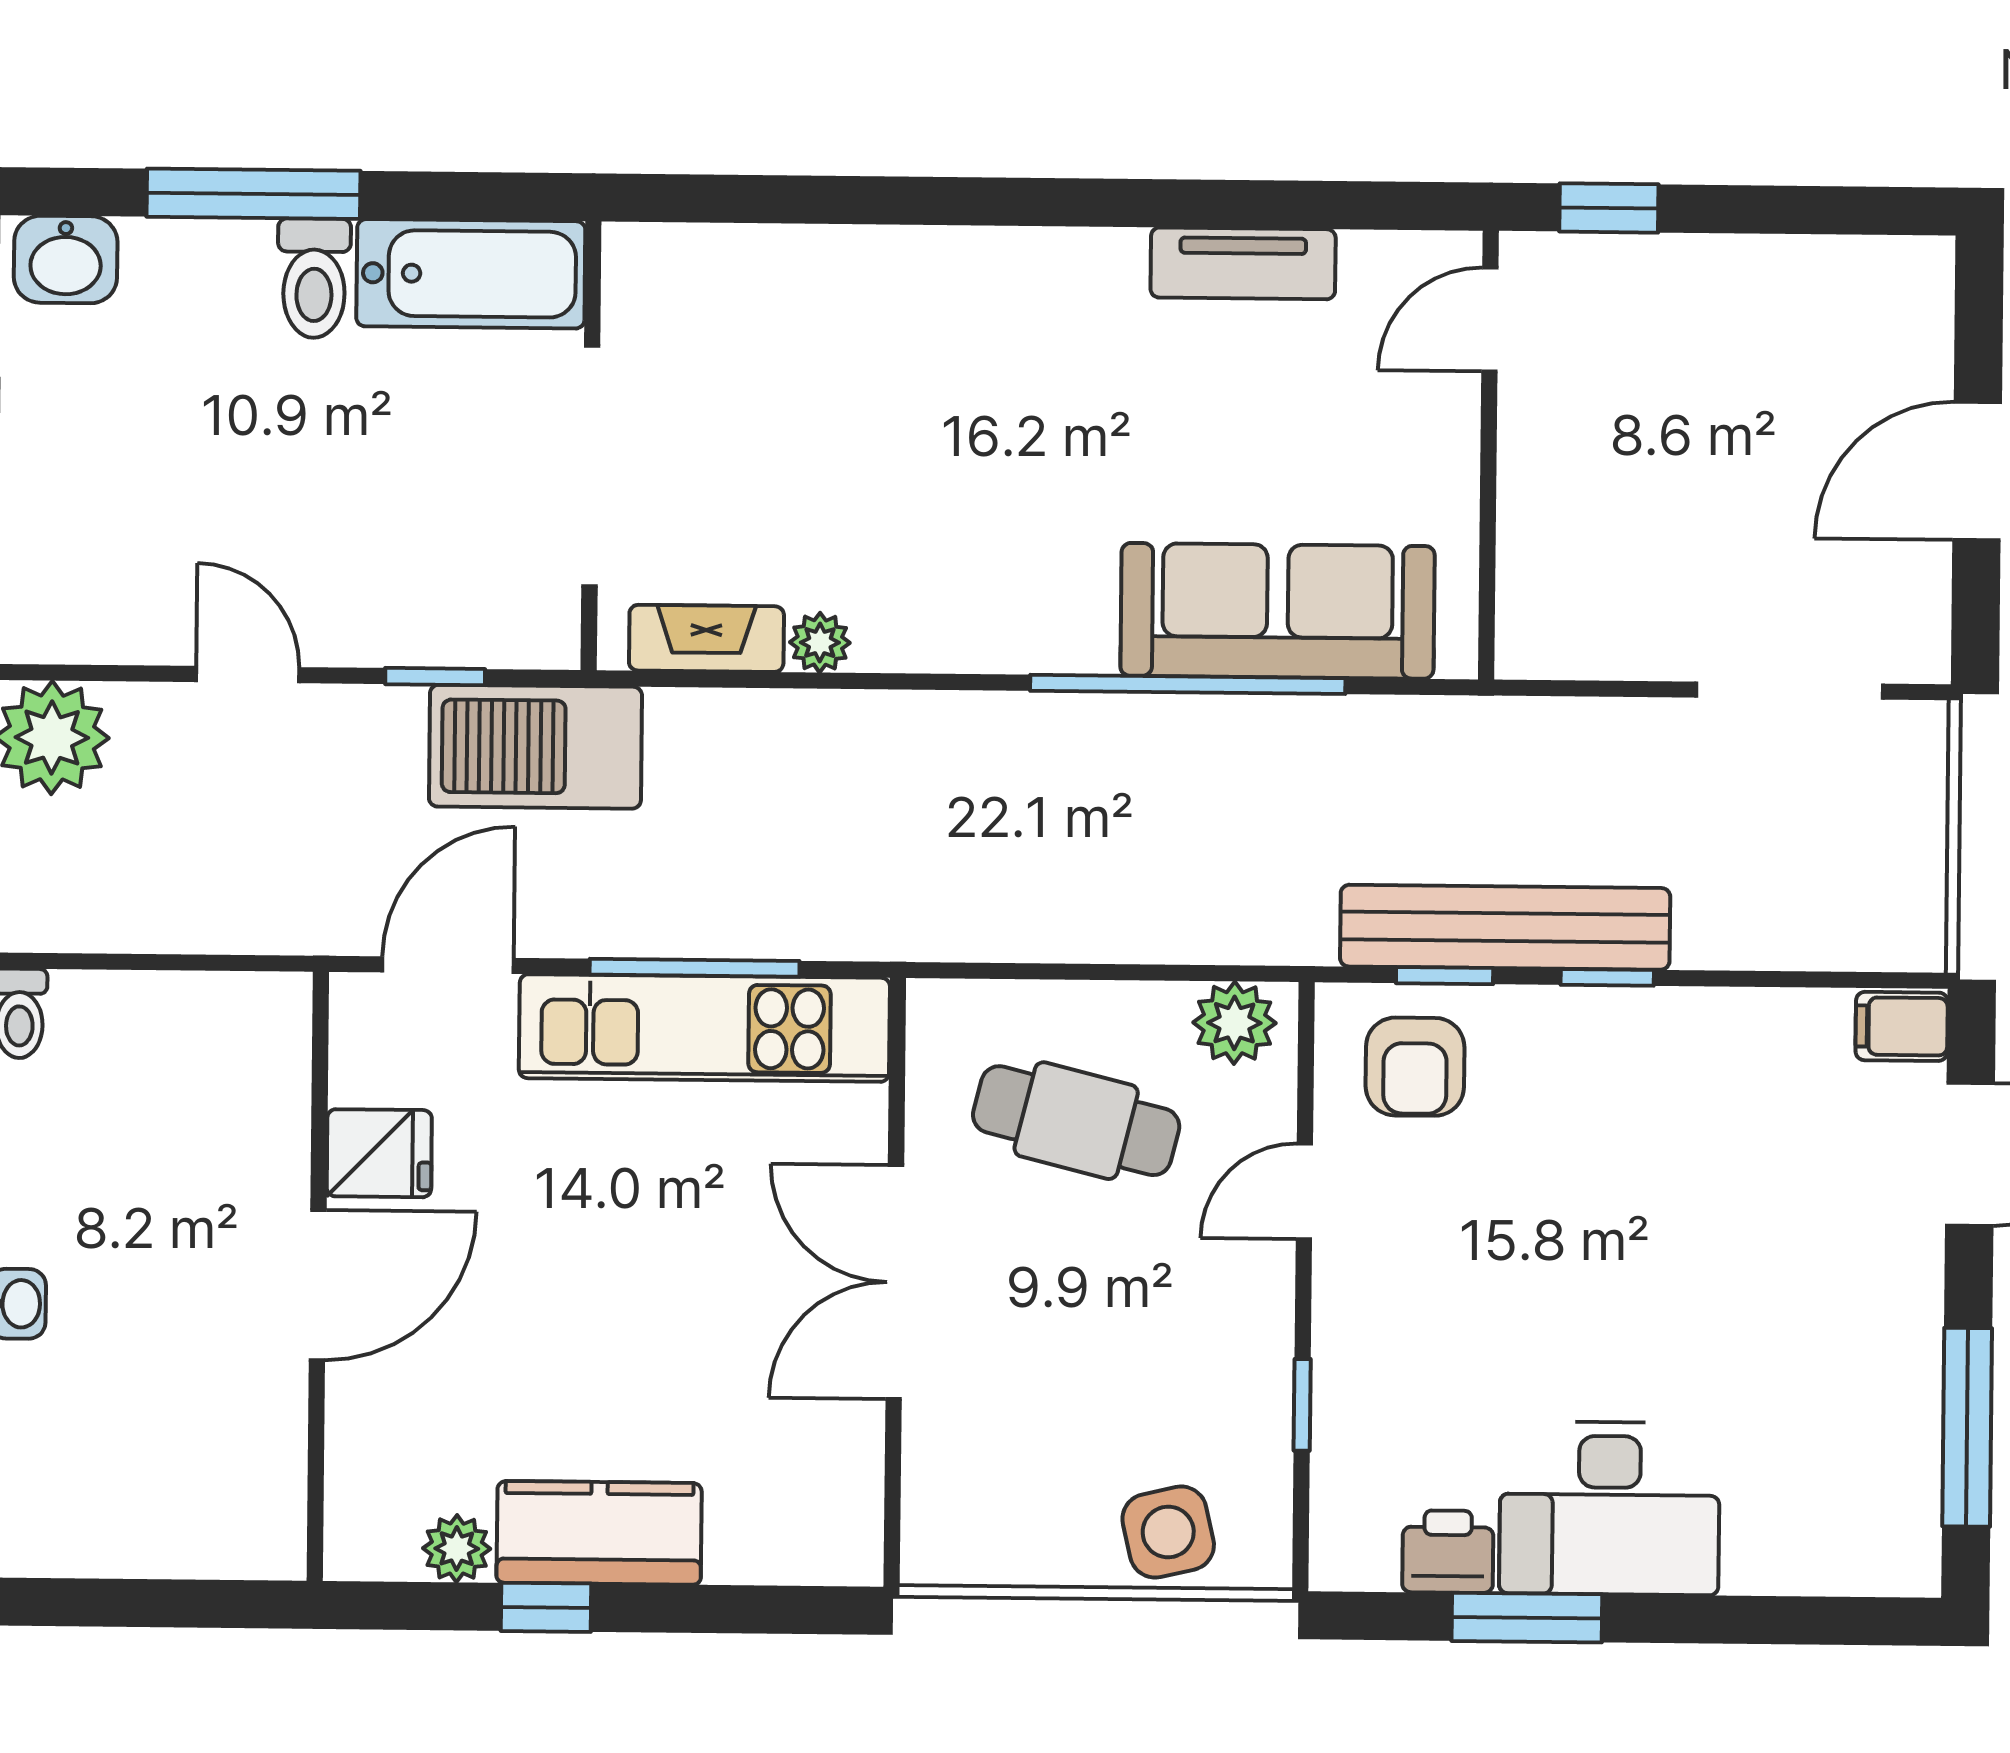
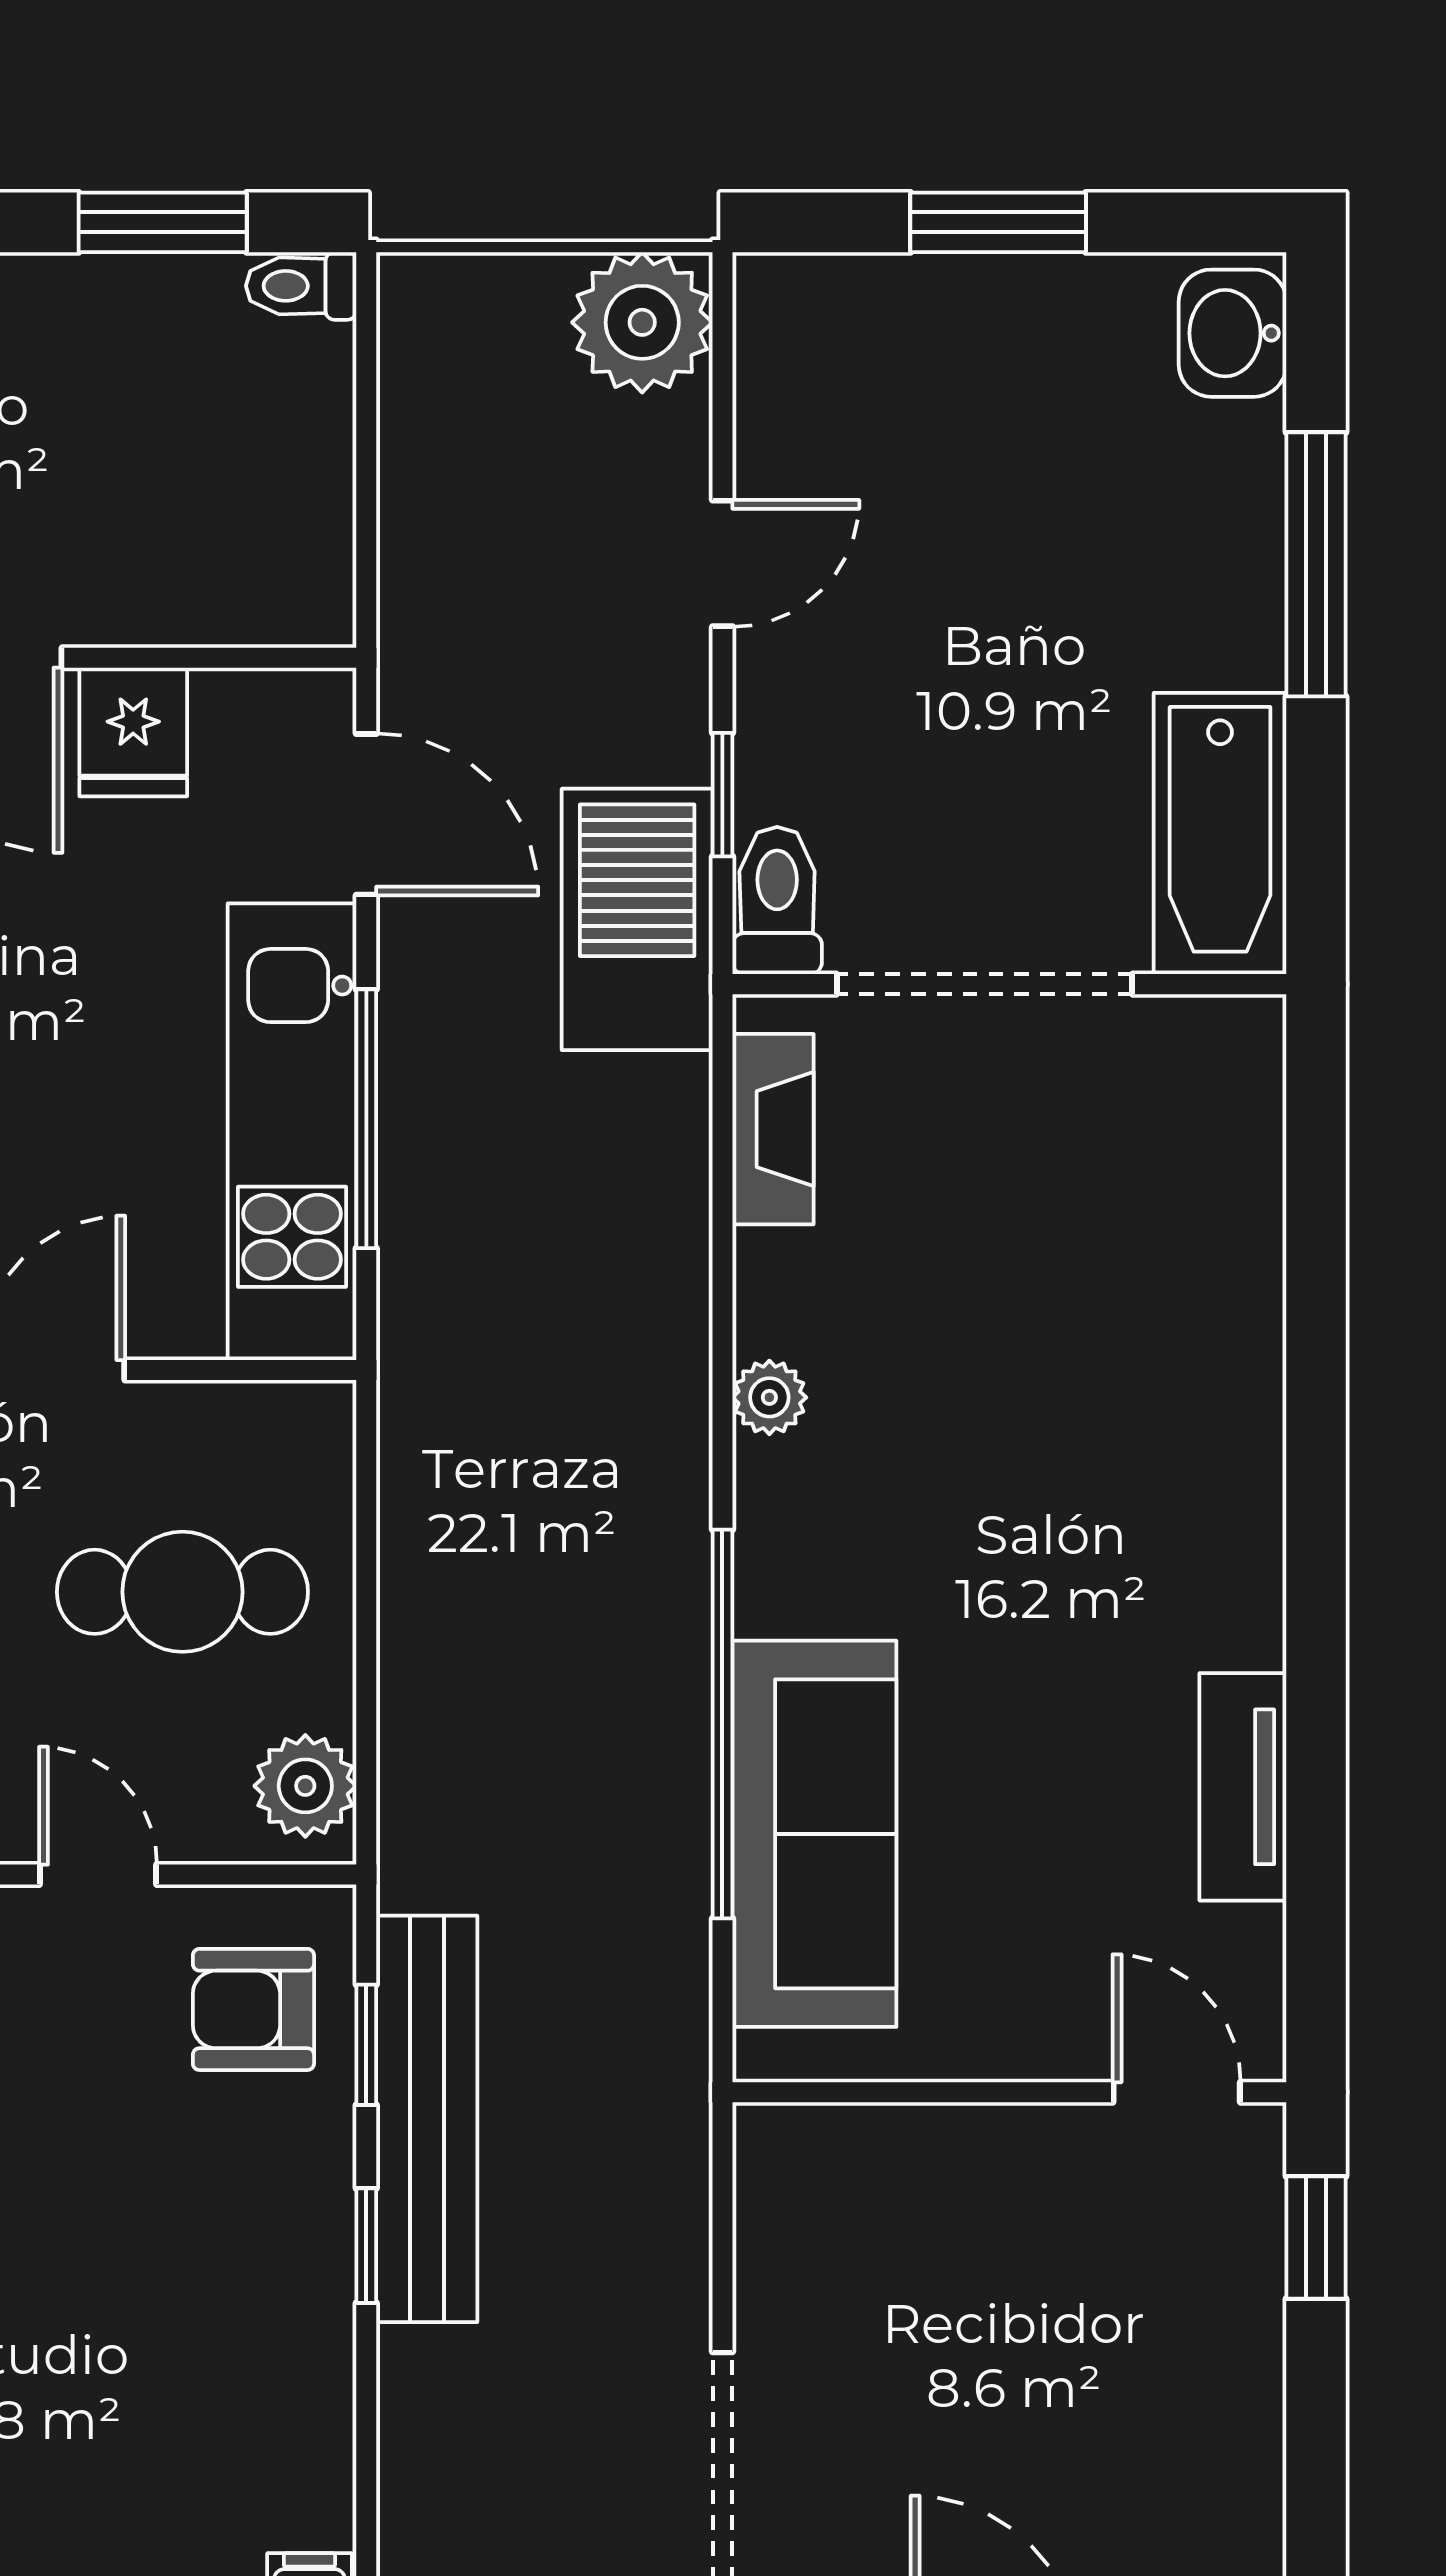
toilet: (314, 278) -> (777, 901), moved, turned 90
plant: (820, 643) -> (769, 1397), moved
cafe table: (1076, 1121) -> (182, 1592), turned 76

